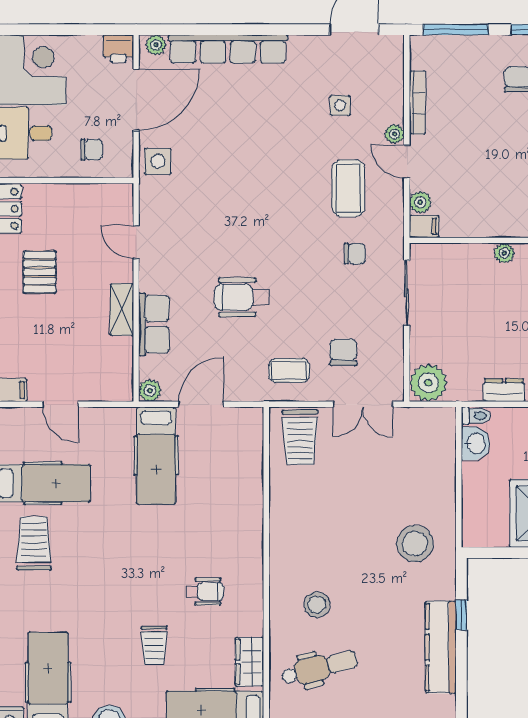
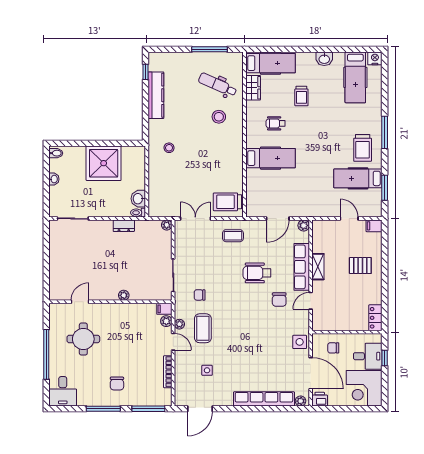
door: (136, 100) -> (311, 373), swing flipped
plant: (394, 134) -> (179, 324), moved
door: (136, 242) -> (311, 301), swing flipped
pallet: (40, 272) -> (360, 266), moved, turned 90
wheelchair: (242, 297) -> (257, 273), turned 180
row of seats: (154, 324) -> (302, 267), width x1.48
chair: (343, 352) -> (279, 300), moved
plant: (428, 383) -> (167, 225), width x0.53, depth x0.53
trolley: (300, 437) -> (227, 202), turned -90
hospital bed: (156, 456) -> (271, 158), moved, turned 90
stool: (415, 544) -> (169, 148), width x0.53, depth x0.53
window: (461, 615) -> (145, 72), moved
trolley: (154, 646) -> (301, 96), turned 180
dental chair: (319, 668) -> (218, 85), turned 39

